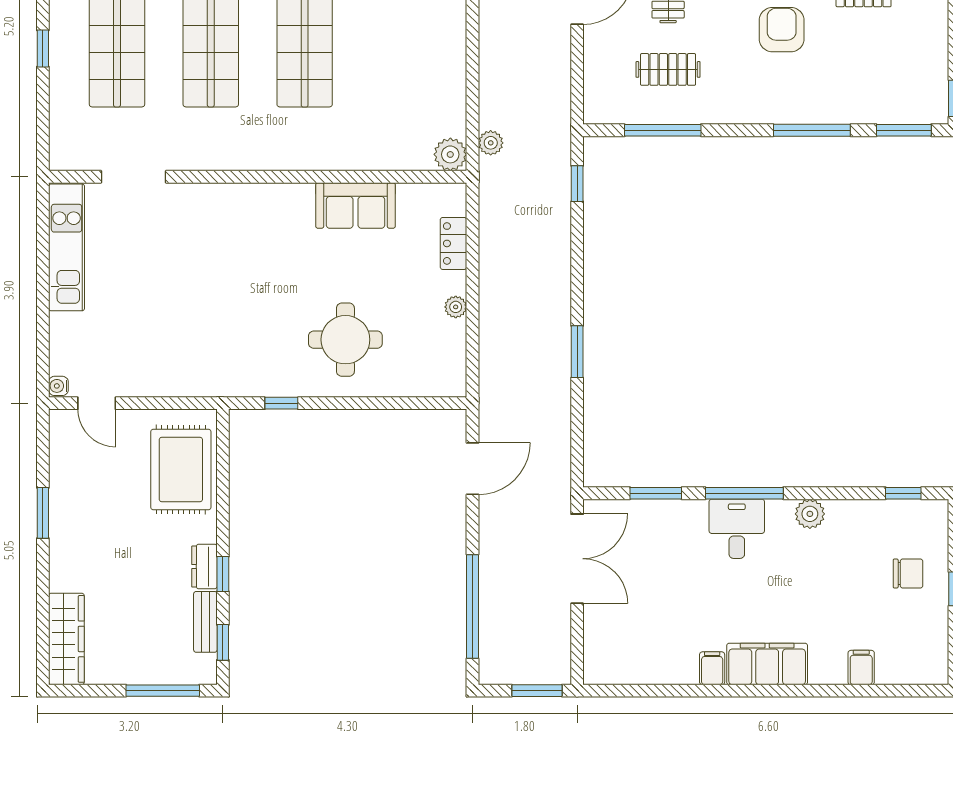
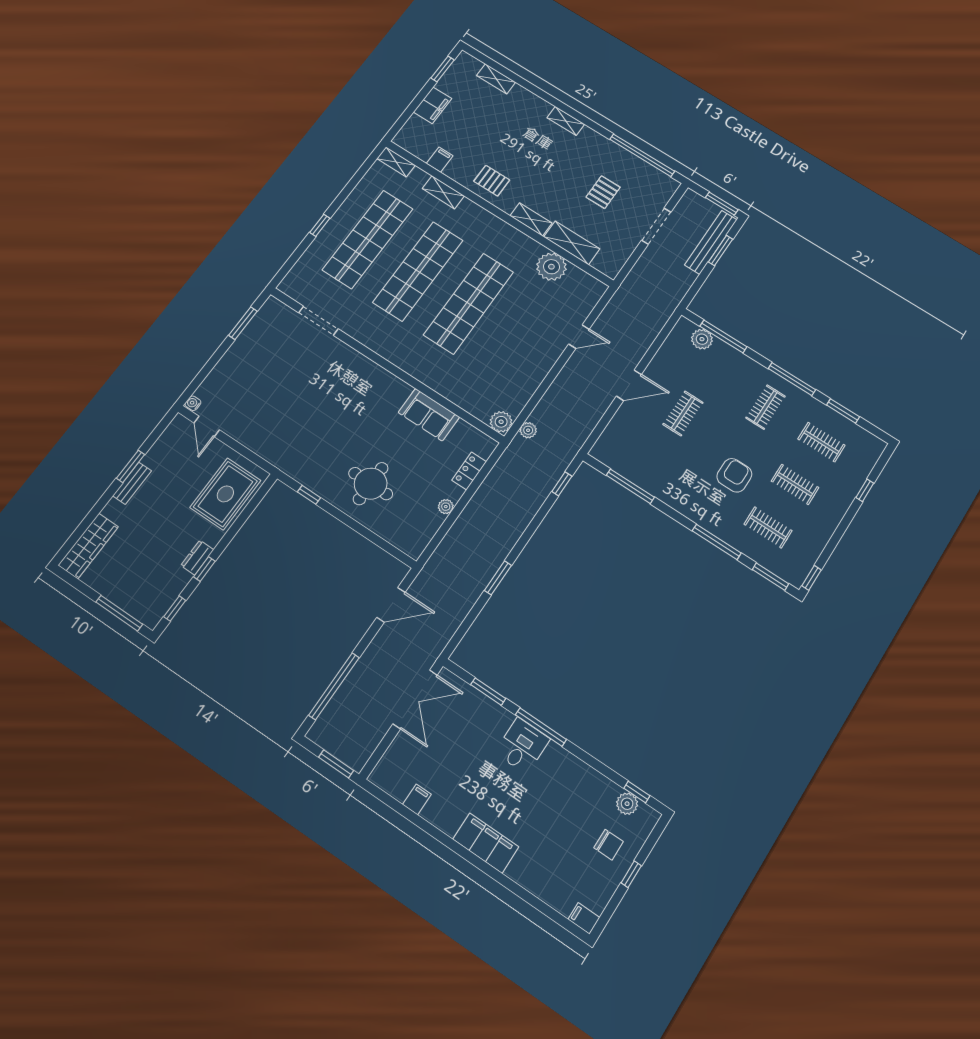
clothes rail: (668, 69) -> (768, 527), moved
window: (43, 244) -> (243, 323), added
kitchen unit: (67, 247) -> (254, 333), removed
plant: (810, 514) -> (627, 804), moved
bench: (205, 622) -> (132, 483), moved
filing cabinet: (712, 668) -> (417, 799), moved
filing cabinet: (861, 668) -> (584, 918), moved, turned -90

